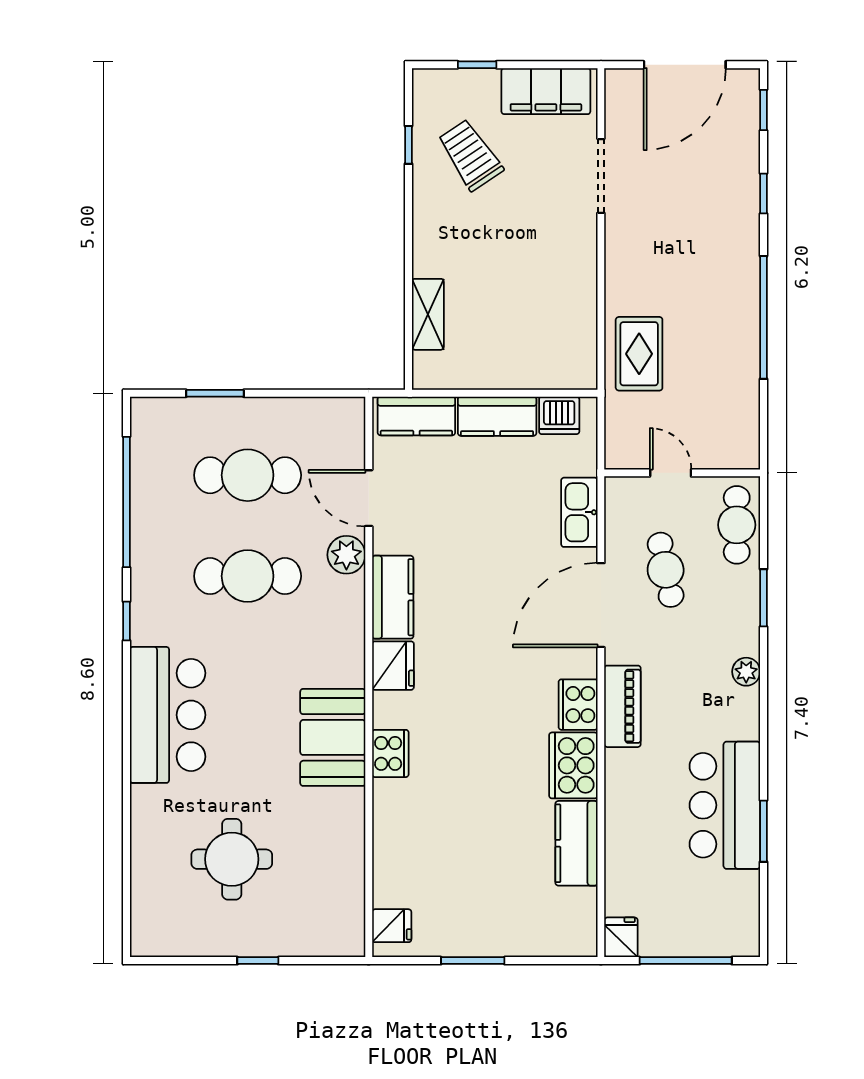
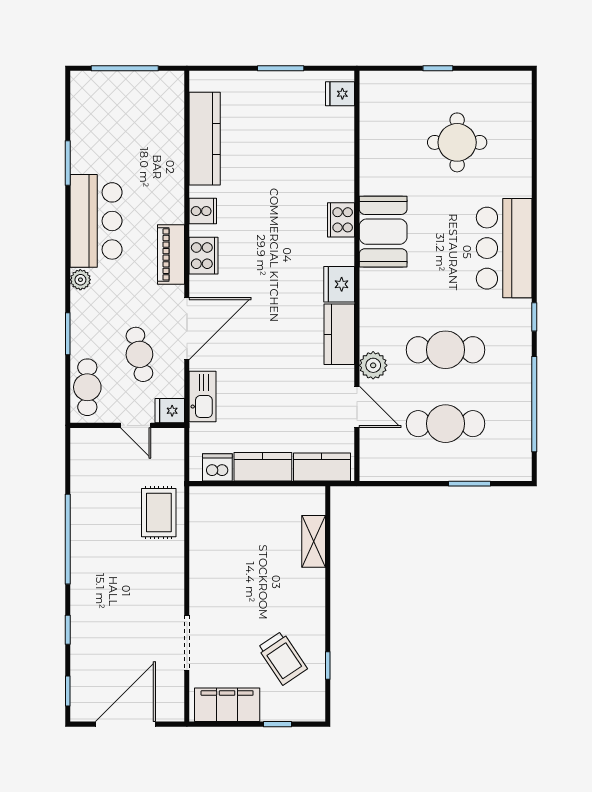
cooker: (573, 765) -> (203, 211), width x0.53, depth x0.76
bar counter: (725, 805) -> (96, 221), moved
kitchen counter: (576, 843) -> (205, 139), width x1.50
fridge: (621, 937) -> (170, 411), moved, turned 90

